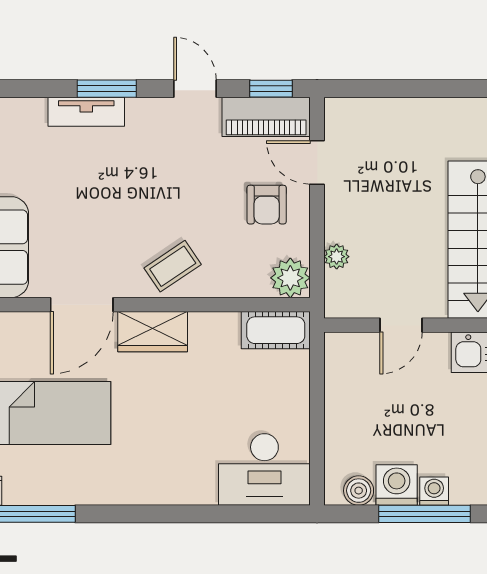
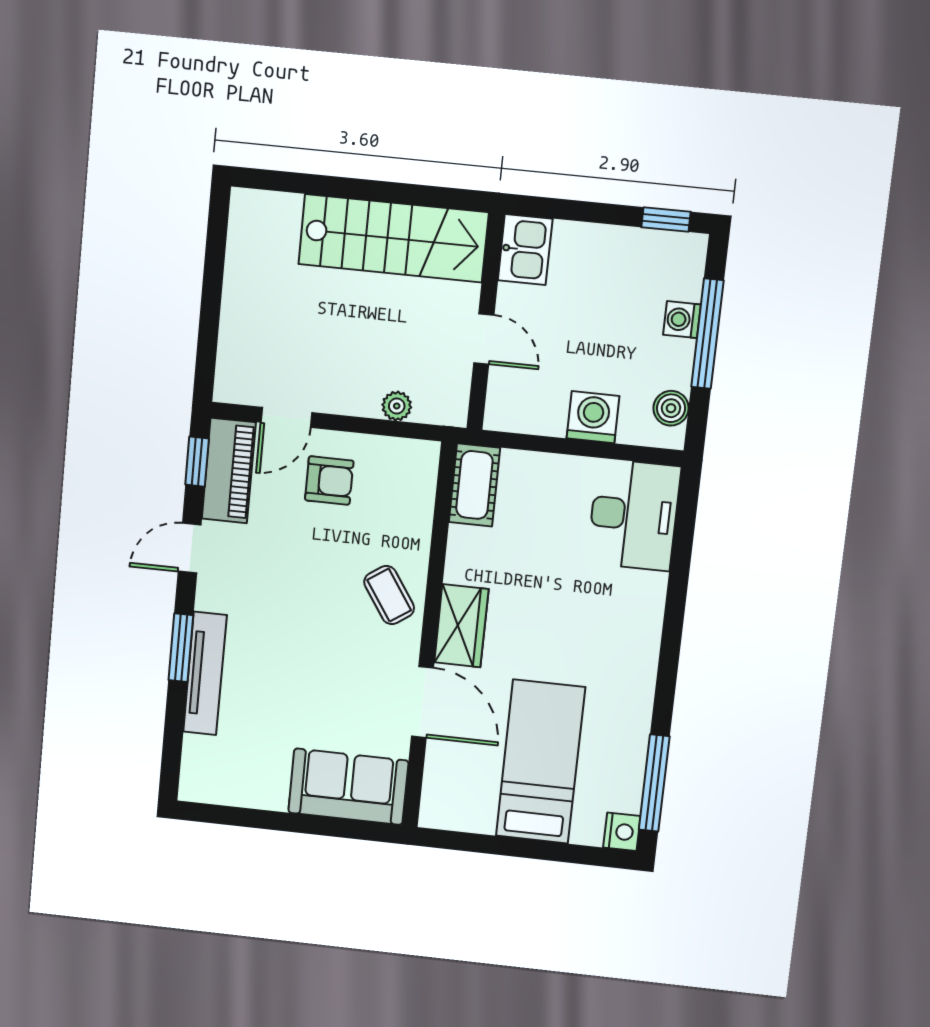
tv unit: (86, 112) -> (205, 673), width x1.41
plant: (290, 278) -> (416, 462), removed
washing machine: (397, 485) -> (593, 417), moved, turned 90

